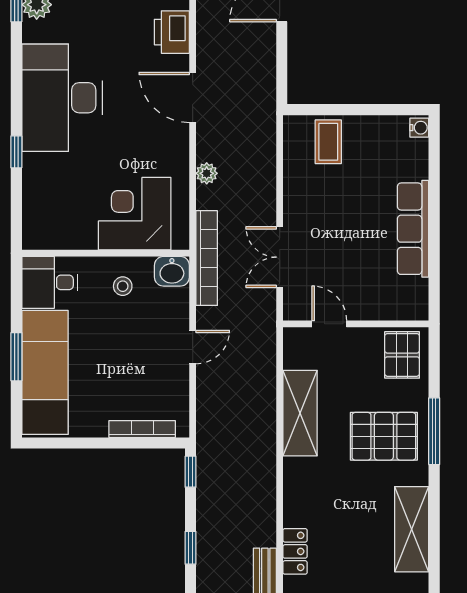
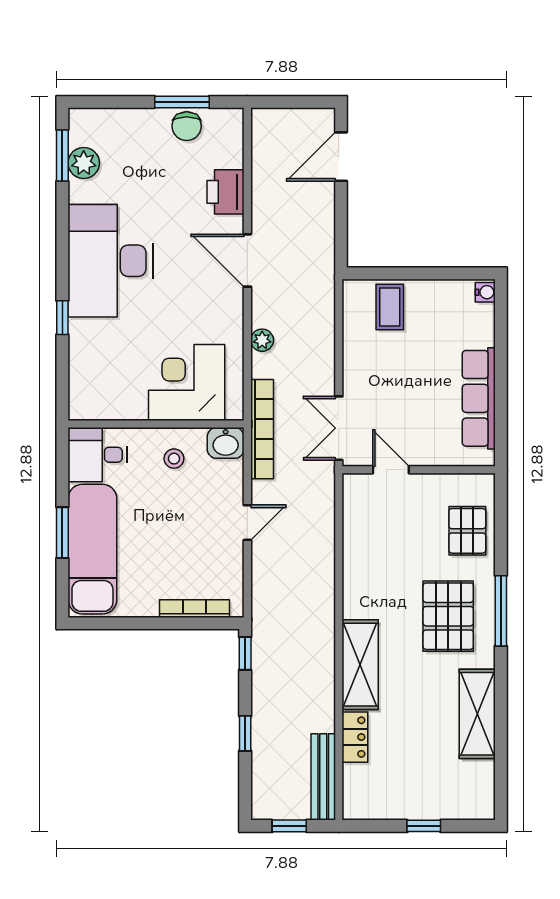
door: (329, 324) -> (391, 470), moved
wall: (356, 324) -> (419, 470), moved
shelving: (300, 413) -> (360, 665), moved
pallet: (384, 436) -> (448, 616), turned 90

